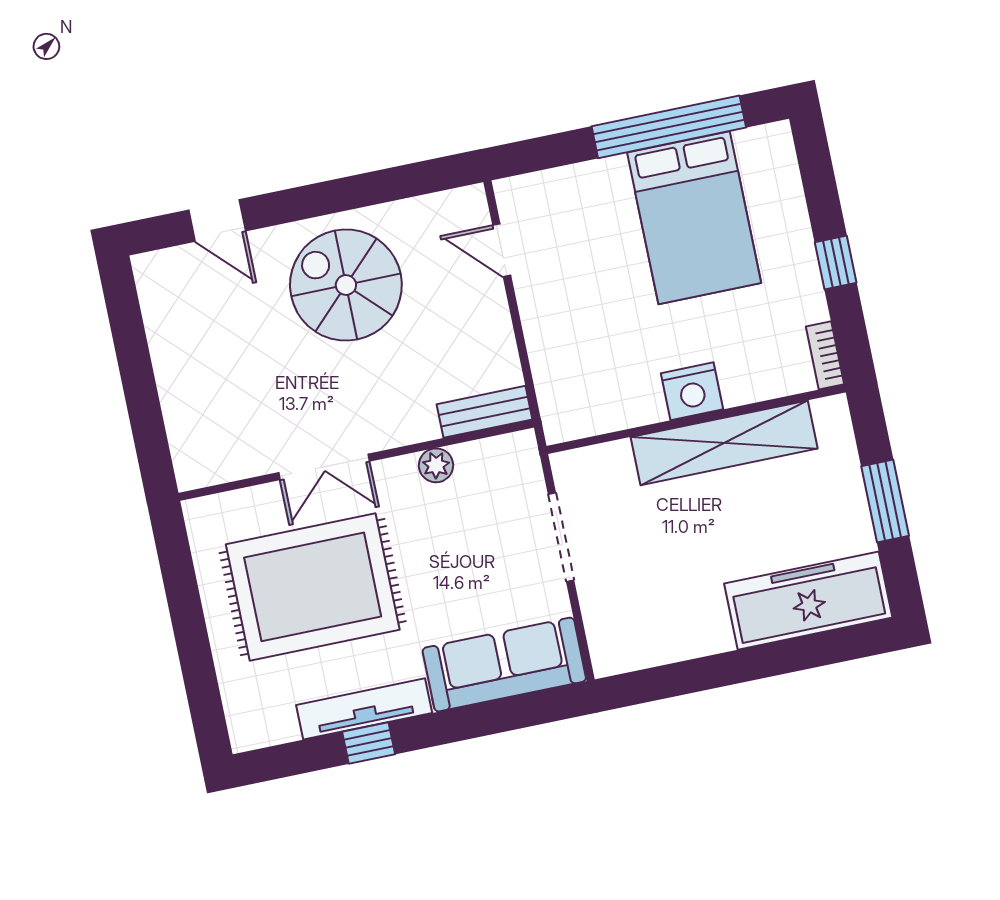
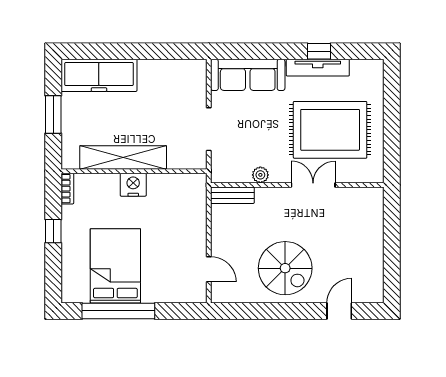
door: (217, 220) -> (339, 311), hinge flipped

